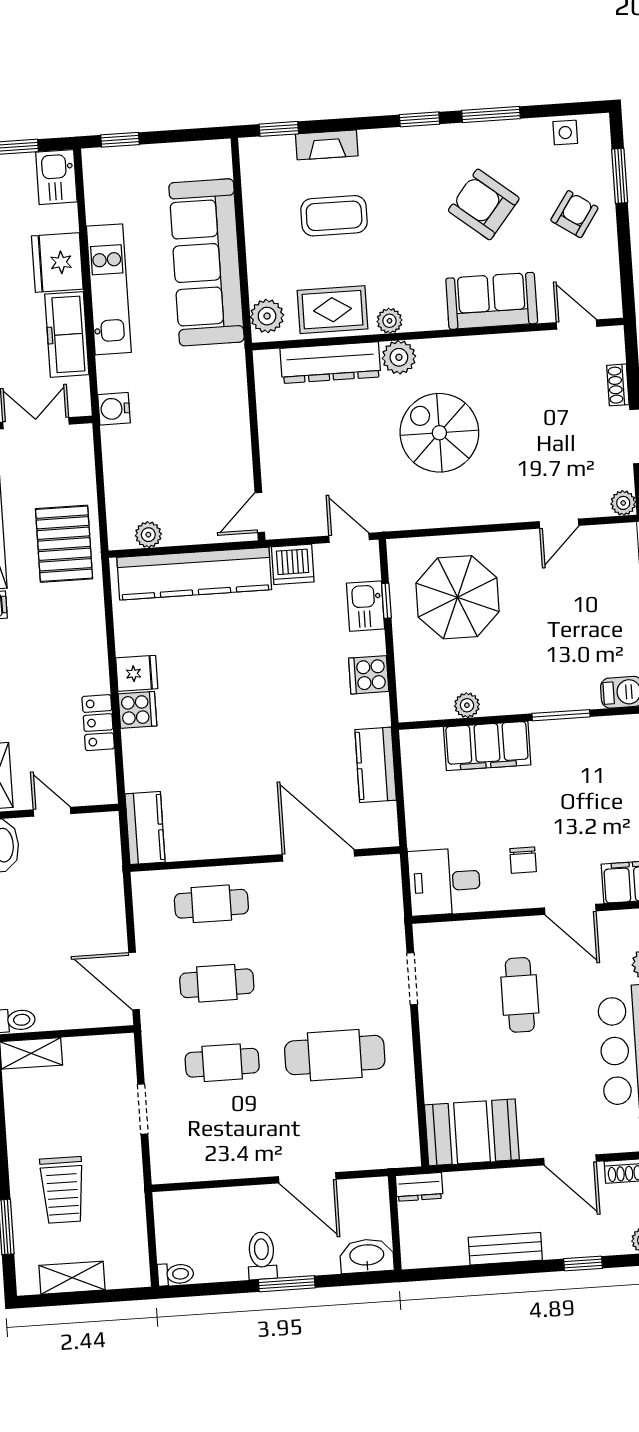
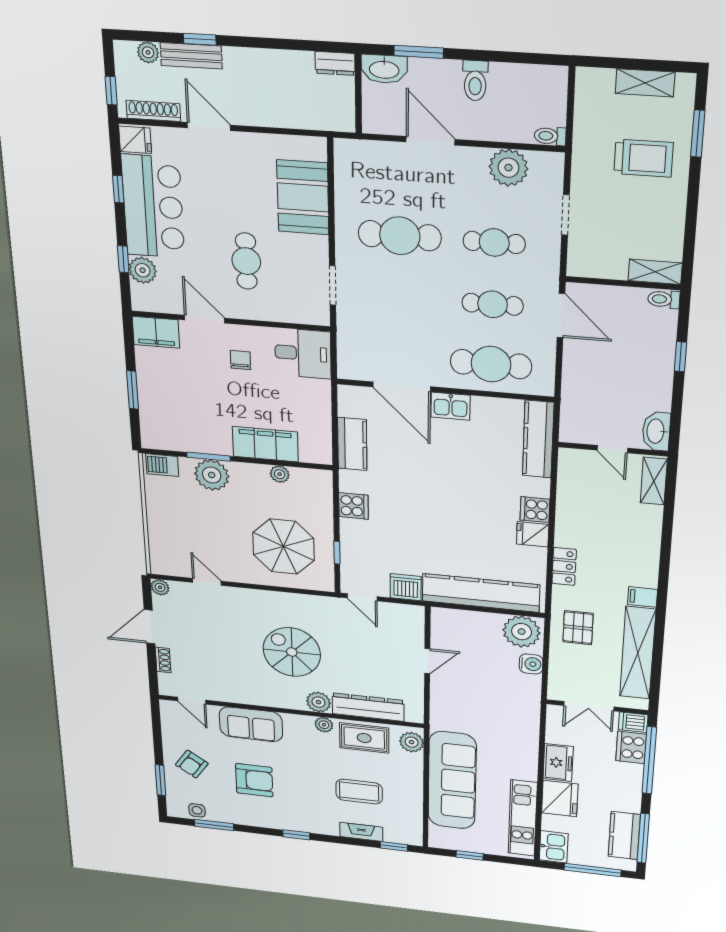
window: (491, 114) -> (214, 825), moved
window: (120, 140) -> (470, 855), moved
armchair: (484, 204) -> (254, 780), turned -39
kitchen unit: (109, 289) -> (523, 818), moved
freezer: (67, 334) -> (558, 763), width x0.71
water cooler: (114, 409) -> (531, 664), moved
spiral stairs: (439, 433) -> (292, 652), turned 180
door: (260, 512) -> (427, 661), moved
door: (559, 524) -> (207, 582), hinge flipped
plant: (148, 535) -> (522, 632), width x1.87, depth x1.87
pallet: (64, 544) -> (578, 628), width x0.67, depth x0.71
kitchen sink: (366, 606) -> (451, 406), moved, turned 90
plant: (556, 689) -> (212, 475), added
locker: (98, 723) -> (564, 566), moved
kitchen counter: (145, 828) -> (538, 439), width x1.50
cafe table: (211, 904) -> (491, 364), width x1.37, depth x1.35
booth: (472, 1132) -> (303, 197), moved, turned 90
plant: (214, 1158) -> (508, 168), added
dresser: (419, 1187) -> (335, 63), moved, turned 180
trolley: (62, 1190) -> (643, 158), turned 90
bench: (505, 1249) -> (191, 56), moved
toilet: (176, 1274) -> (550, 136), moved
window: (287, 1284) -> (419, 52), moved

